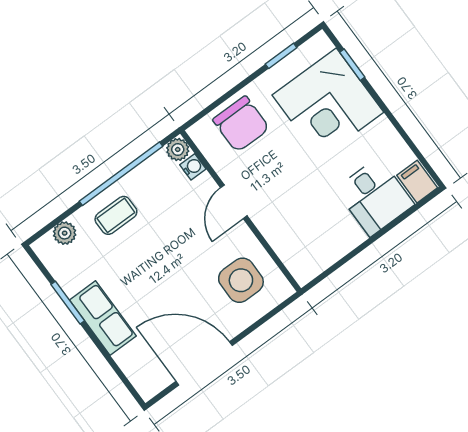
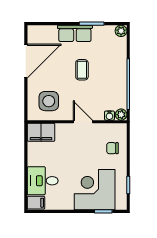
chair: (241, 124) -> (112, 148), width x0.54, depth x0.54
coffee table: (116, 215) -> (82, 70), moved
plant: (65, 233) -> (121, 31), moved
filing cabinet: (300, 256) -> (41, 132), added

